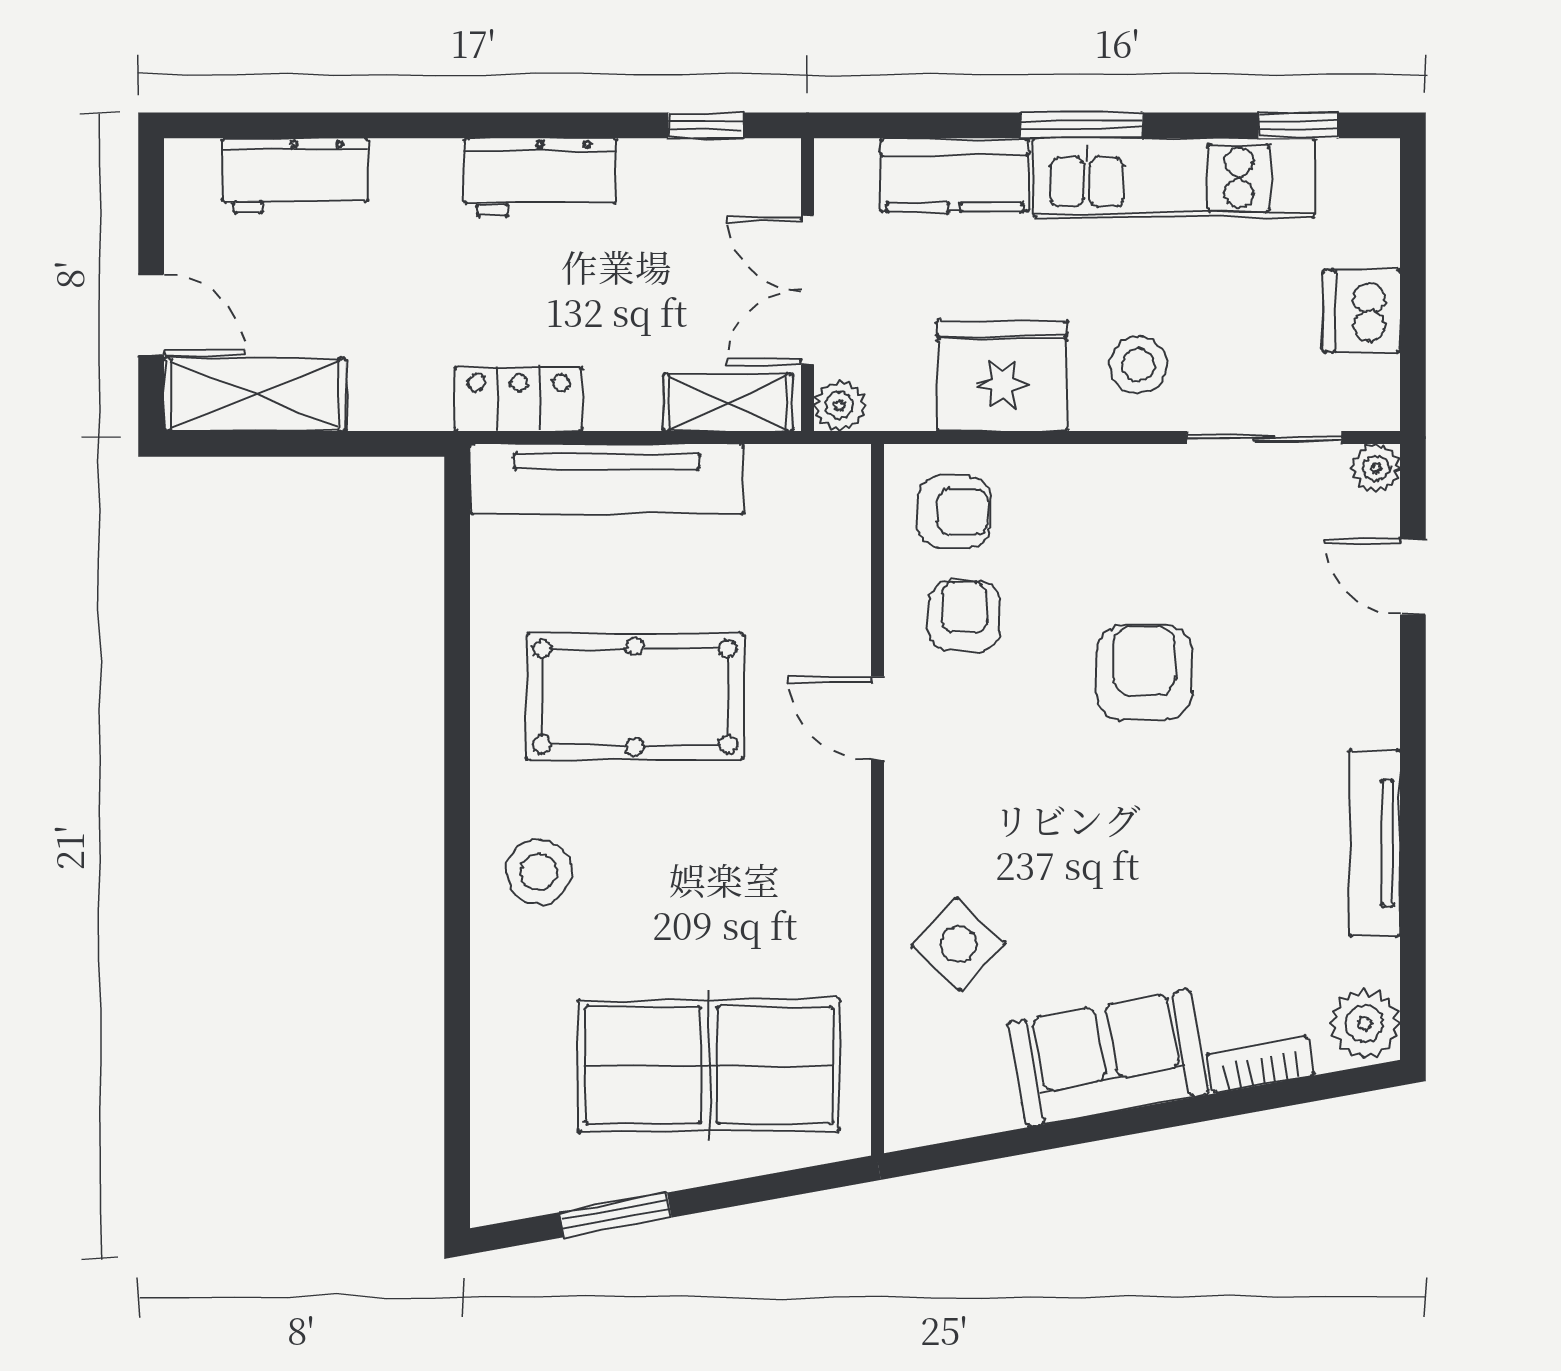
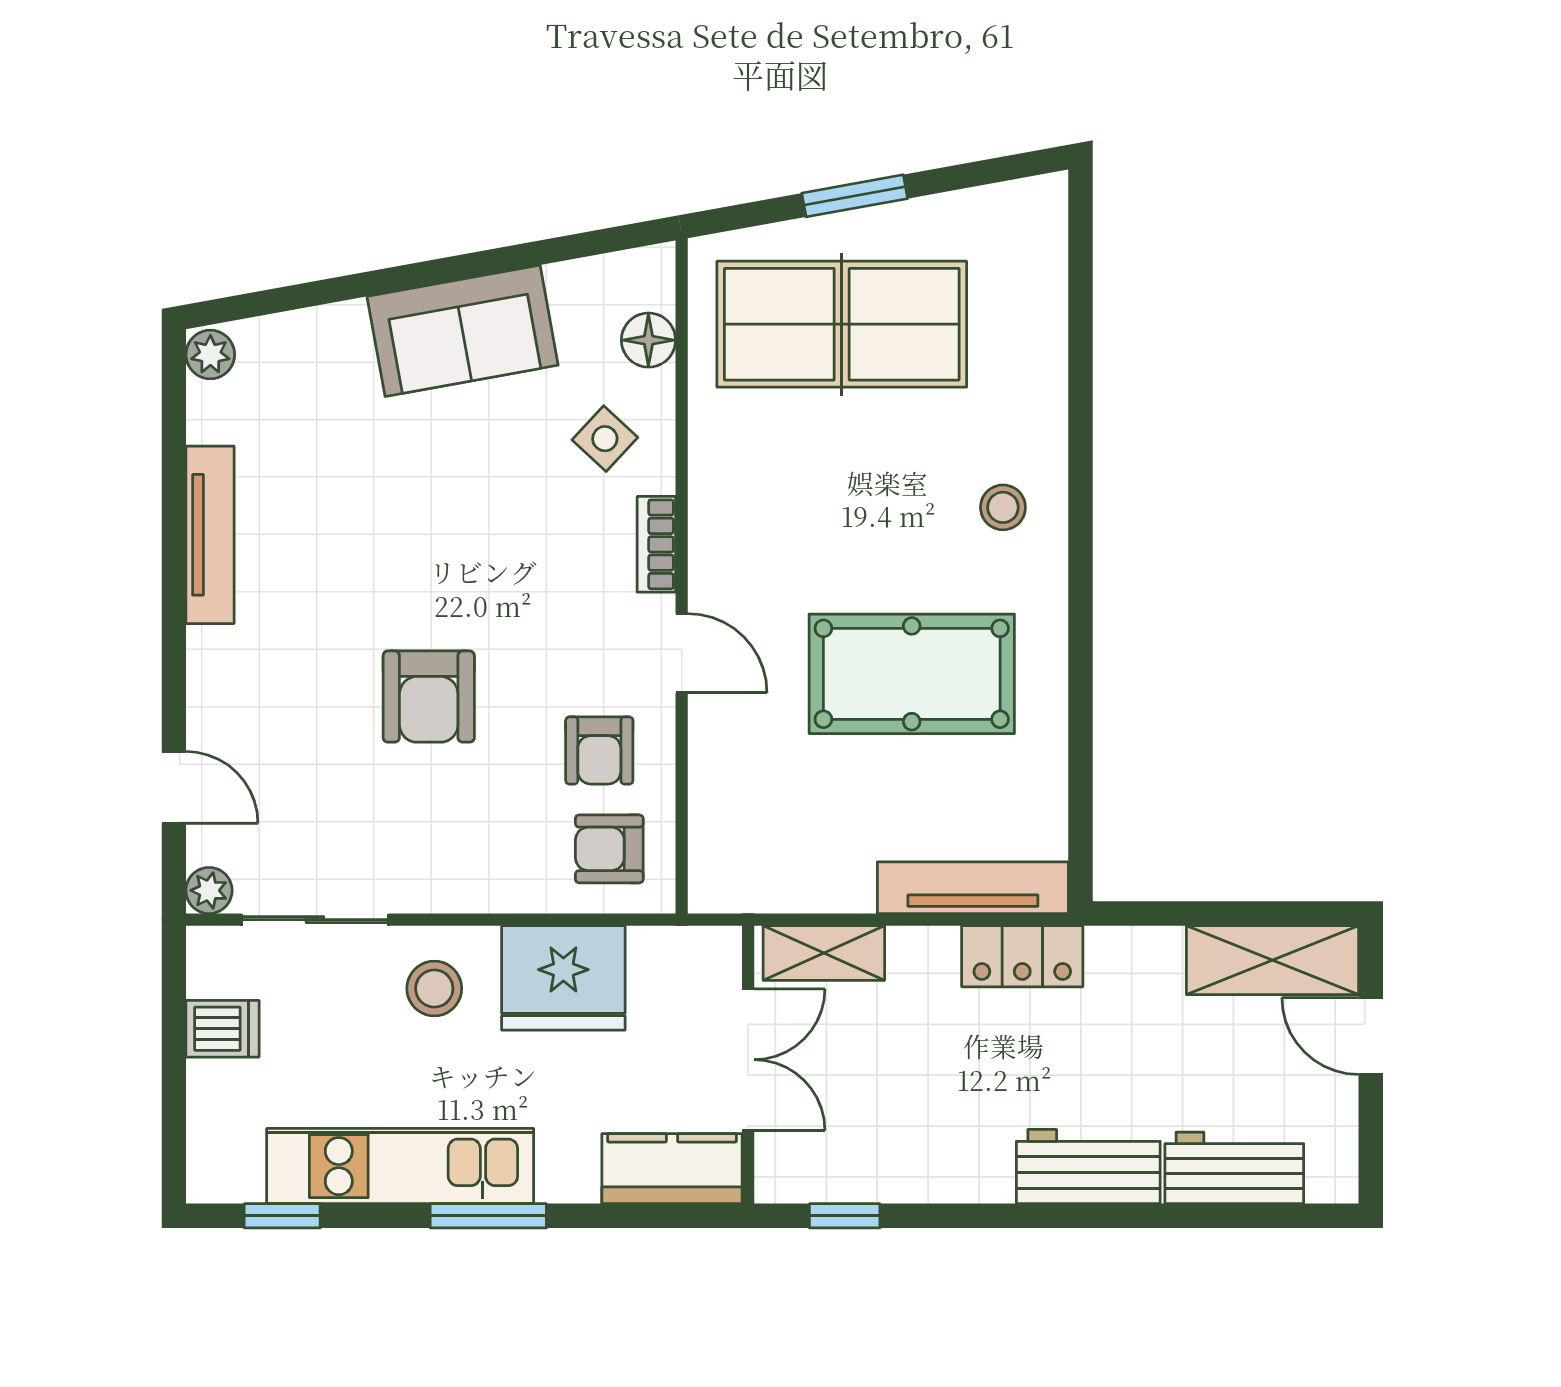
kitchen counter: (955, 175) -> (672, 1169), moved
workbench: (541, 177) -> (1088, 1167), moved
dishwasher: (1362, 311) -> (222, 1029), width x0.73
plant: (840, 405) -> (718, 950), removed
tv unit: (607, 479) -> (973, 888), width x0.73, depth x0.78
stool: (539, 872) -> (1003, 507), width x0.73, depth x0.73
side table: (958, 945) -> (605, 439), width x0.73, depth x0.73
plant: (1365, 1024) -> (210, 355), width x0.73, depth x0.73
floor lamp: (913, 1048) -> (648, 340), added
bookcase: (1260, 1065) -> (656, 544), moved, turned 100
window: (616, 1215) -> (855, 196), moved

